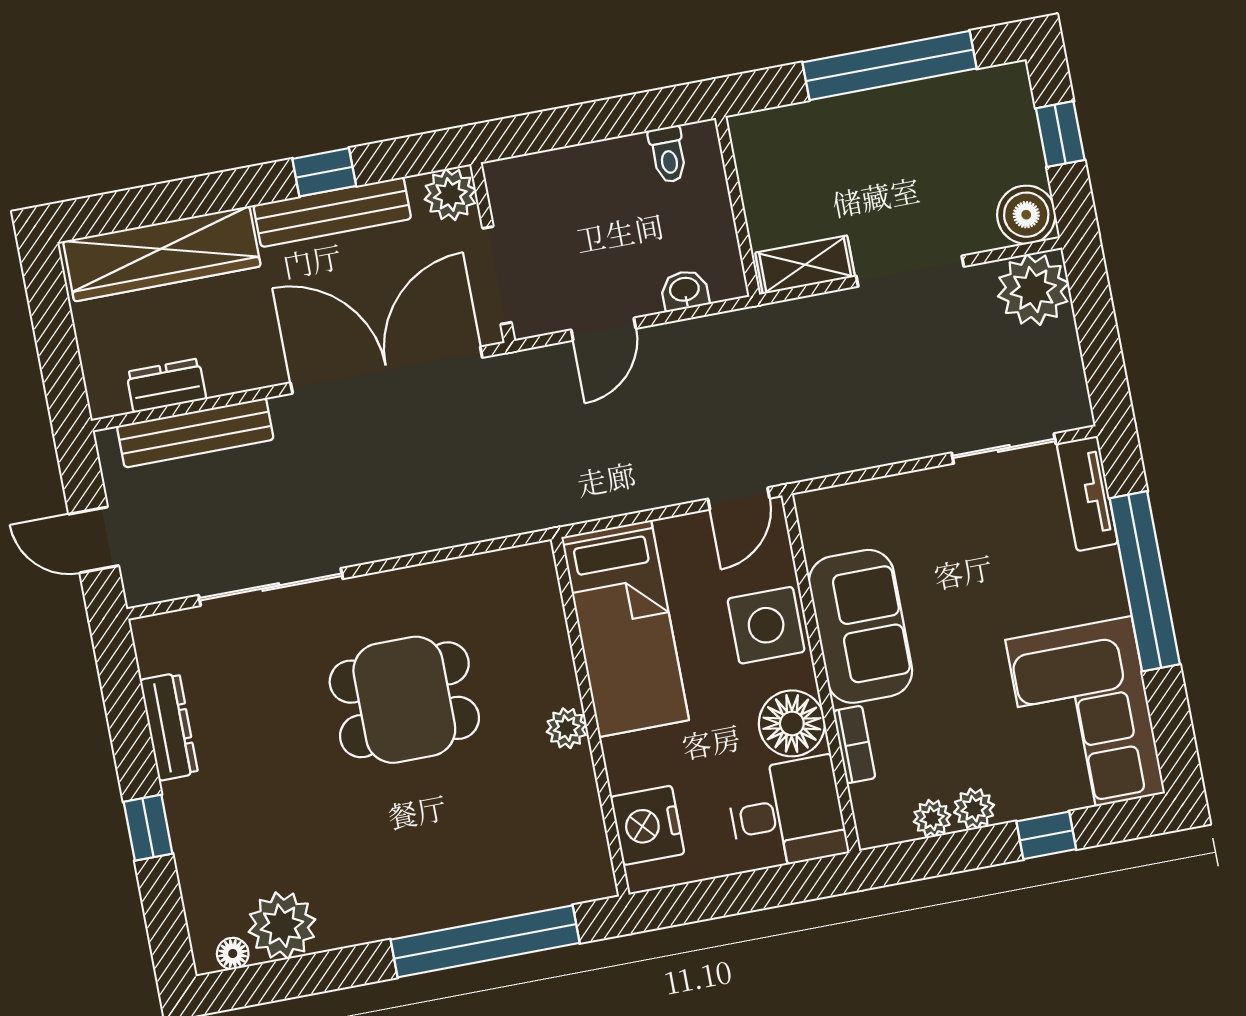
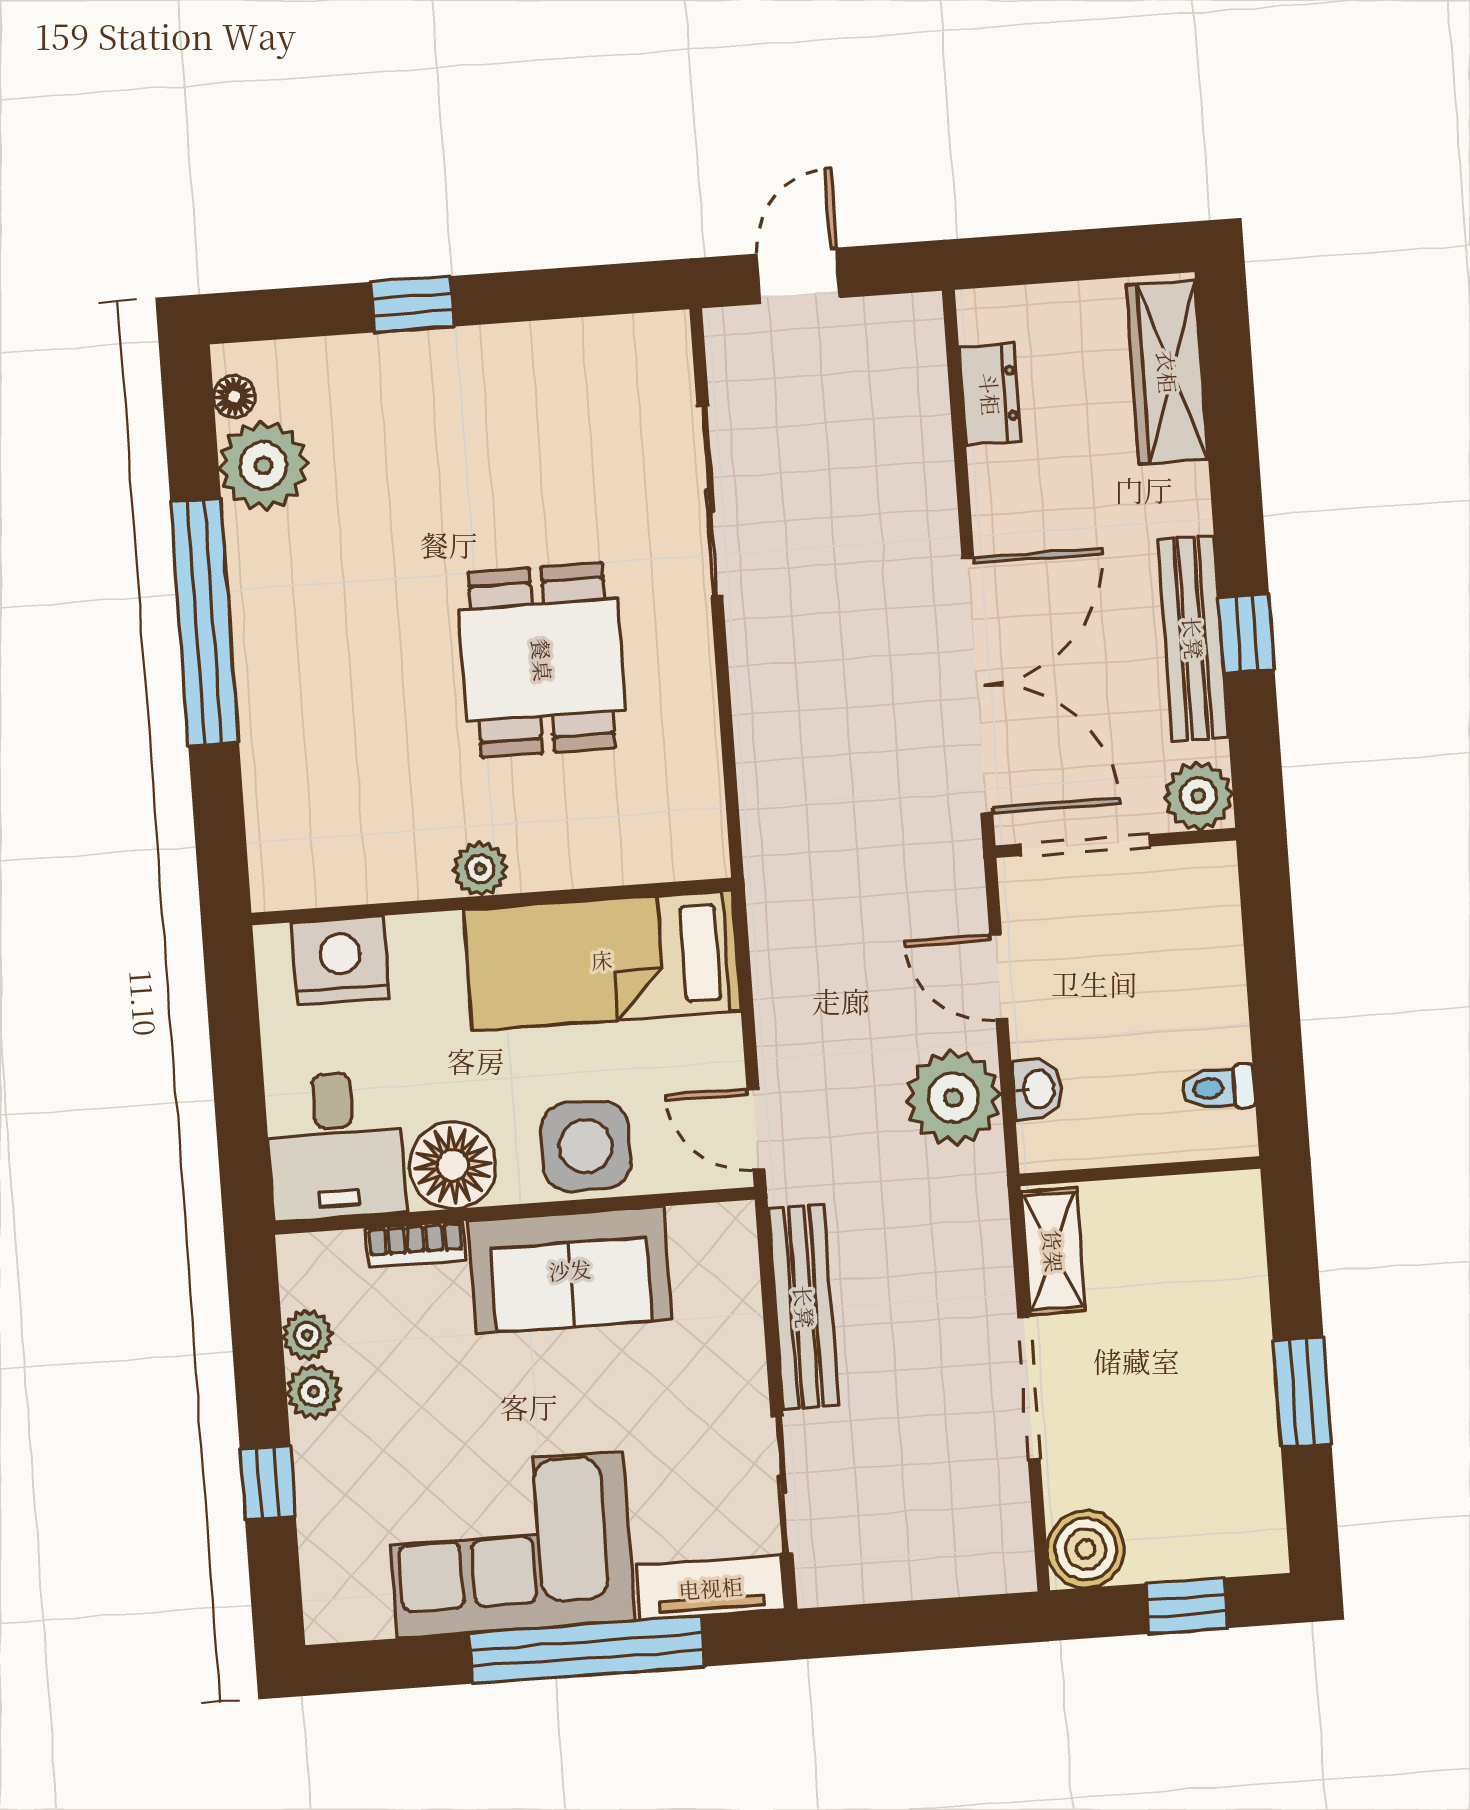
window: (890, 65) -> (1302, 1392), width x0.47
wardrobe: (162, 254) -> (1167, 372), width x0.71, depth x0.85
plant: (1033, 290) -> (953, 1098), moved
bench: (195, 433) -> (804, 1307), moved
corner sofa: (1085, 717) -> (510, 1545), moved
dresser: (169, 727) -> (542, 347), removed
window: (485, 941) -> (205, 622), moved

